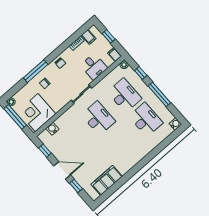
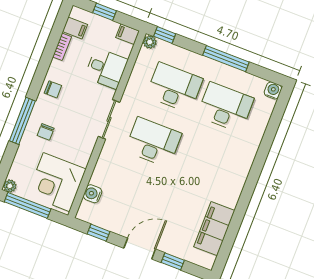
window: (141, 73) -> (165, 35), moved

